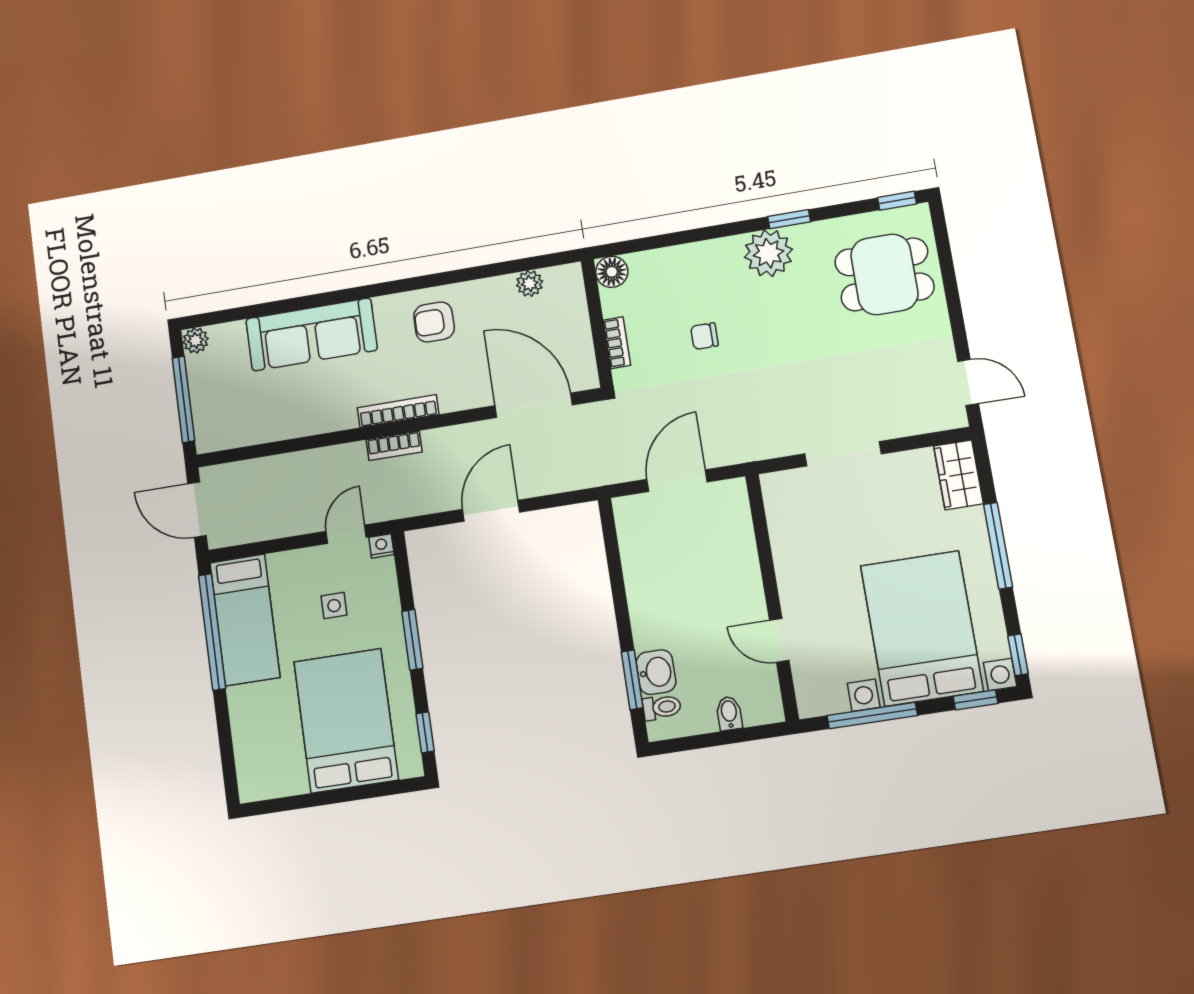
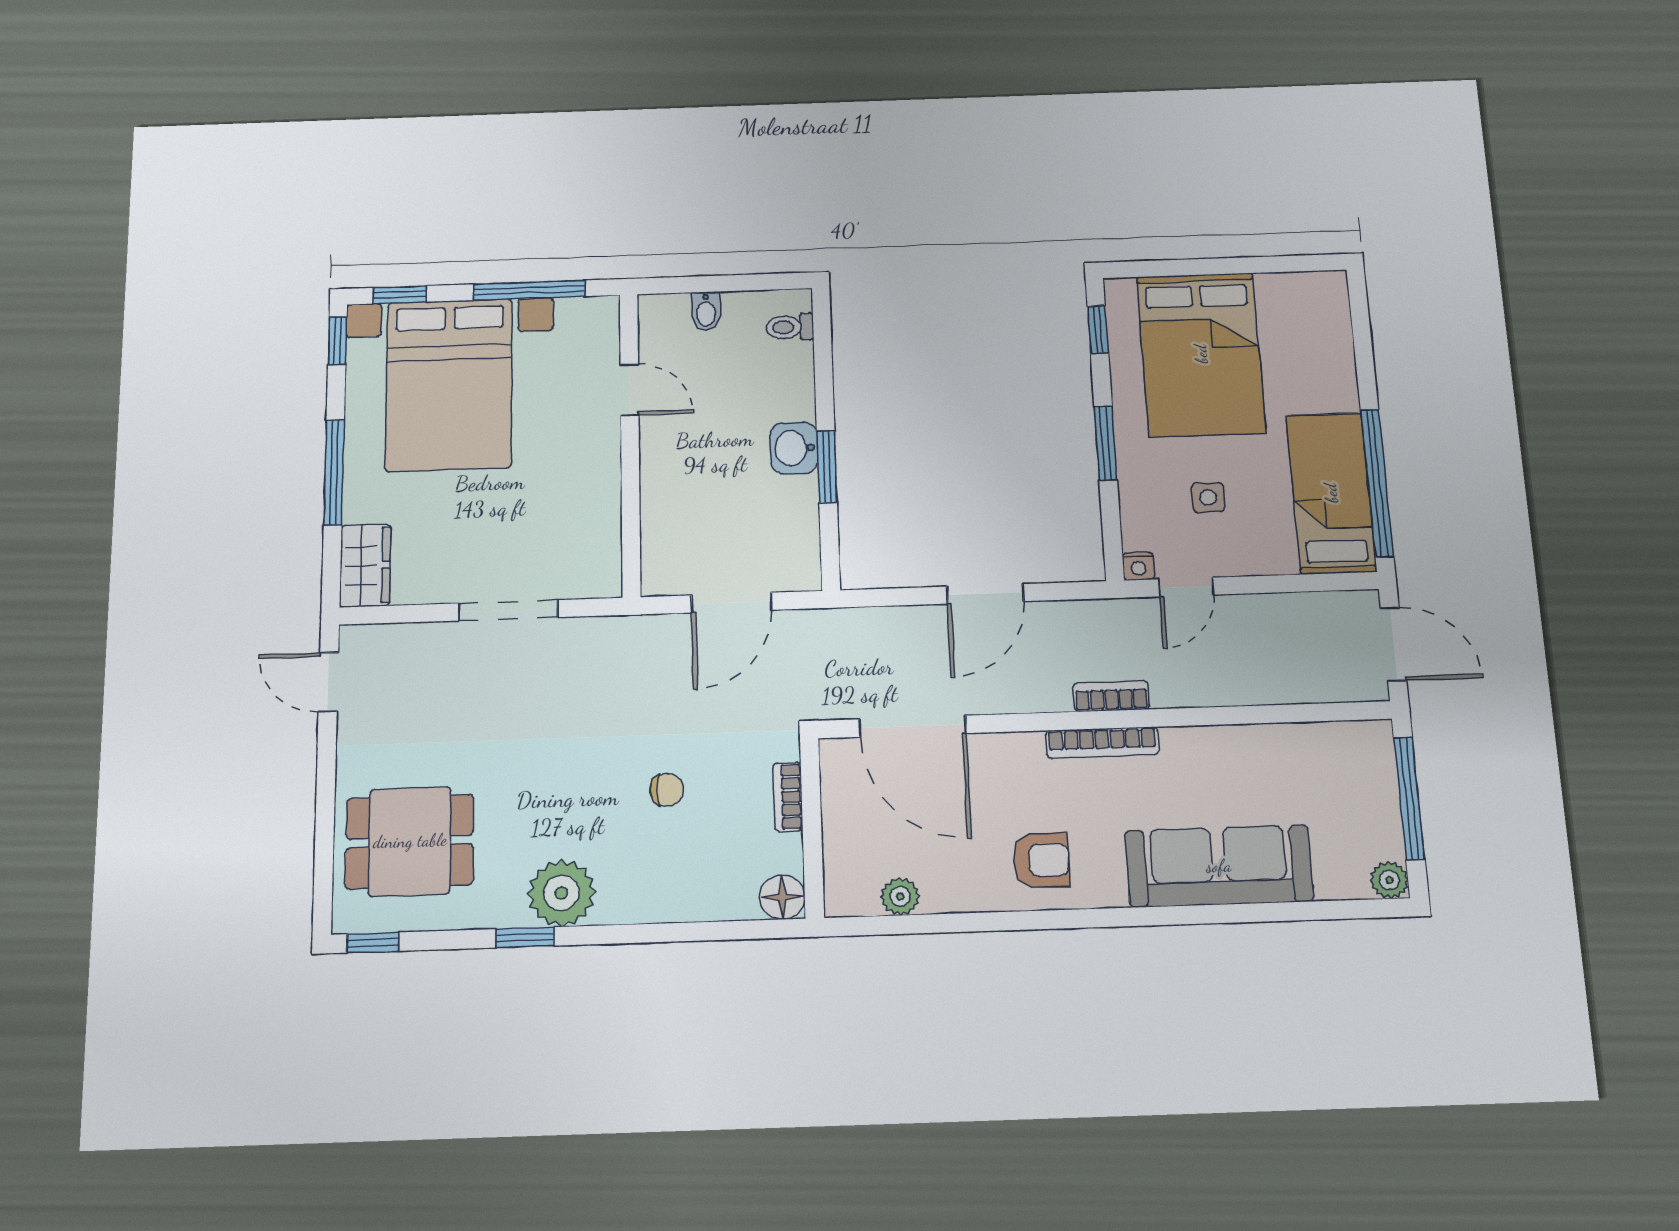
washbasin: (656, 672) -> (794, 448), moved
window: (632, 680) -> (827, 467), moved

